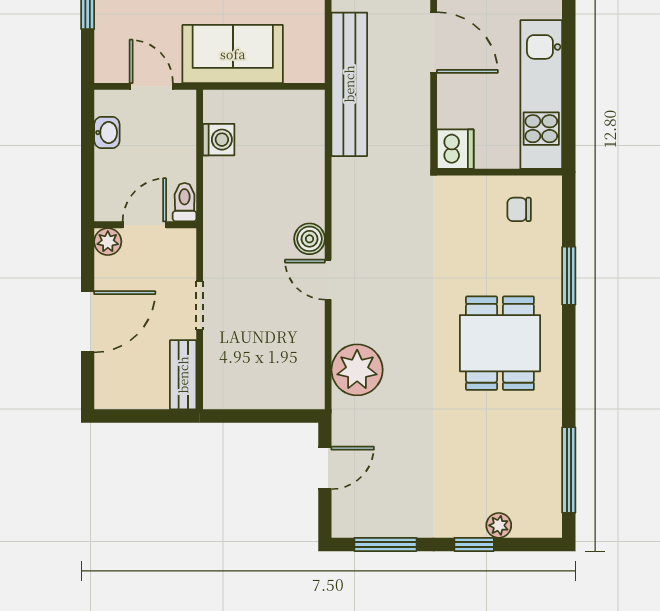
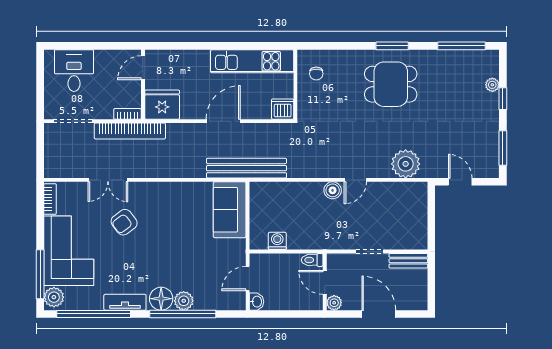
sofa: (233, 54) -> (230, 210), moved
washbasin: (107, 133) -> (257, 302), moved, turned 90
window: (569, 276) -> (392, 46), moved

